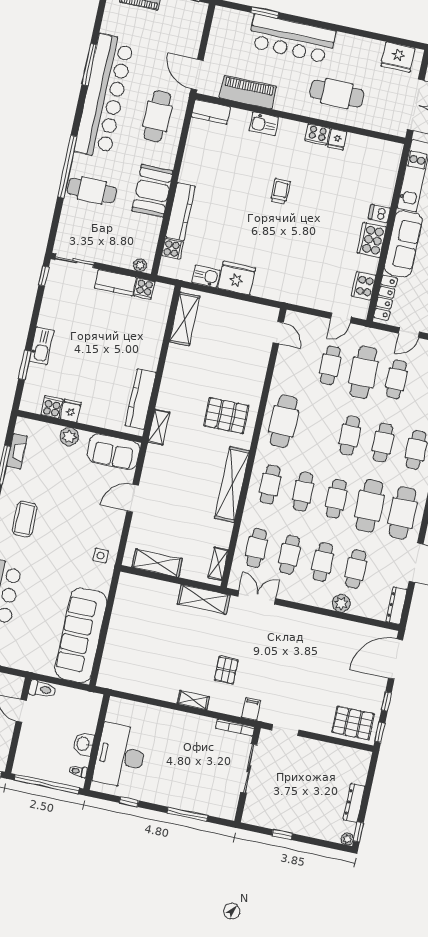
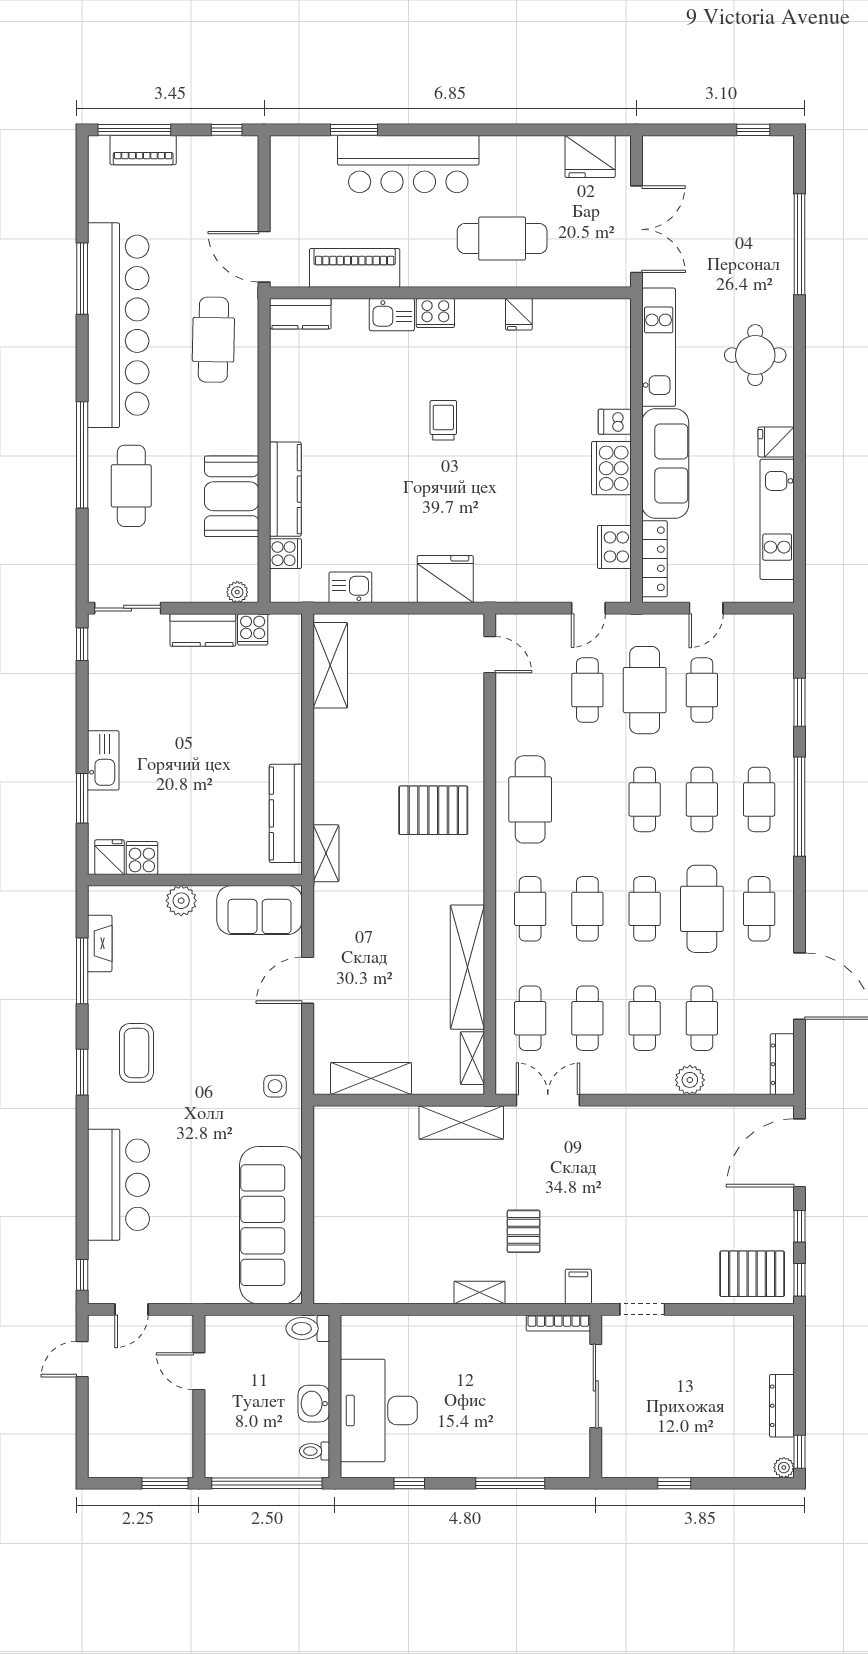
cooker: (317, 134) -> (435, 313), moved
cafe table: (92, 191) -> (131, 486), turned 90
booth: (152, 191) -> (232, 496), moved
fridge: (237, 278) -> (445, 579), moved
fridge: (71, 411) -> (109, 857), moved
shelving: (232, 484) -> (467, 967), moved
cafe table: (402, 513) -> (759, 909), width x0.73, depth x0.74
toilet: (42, 689) -> (308, 1329), moved, turned 180

